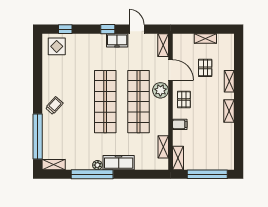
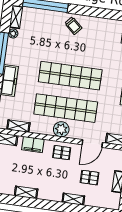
plant: (160, 90) -> (61, 129), moved
shelving: (229, 111) -> (26, 192), moved
filing cabinet: (180, 124) -> (33, 144), width x2.00
plant: (97, 165) -> (13, 34), moved

